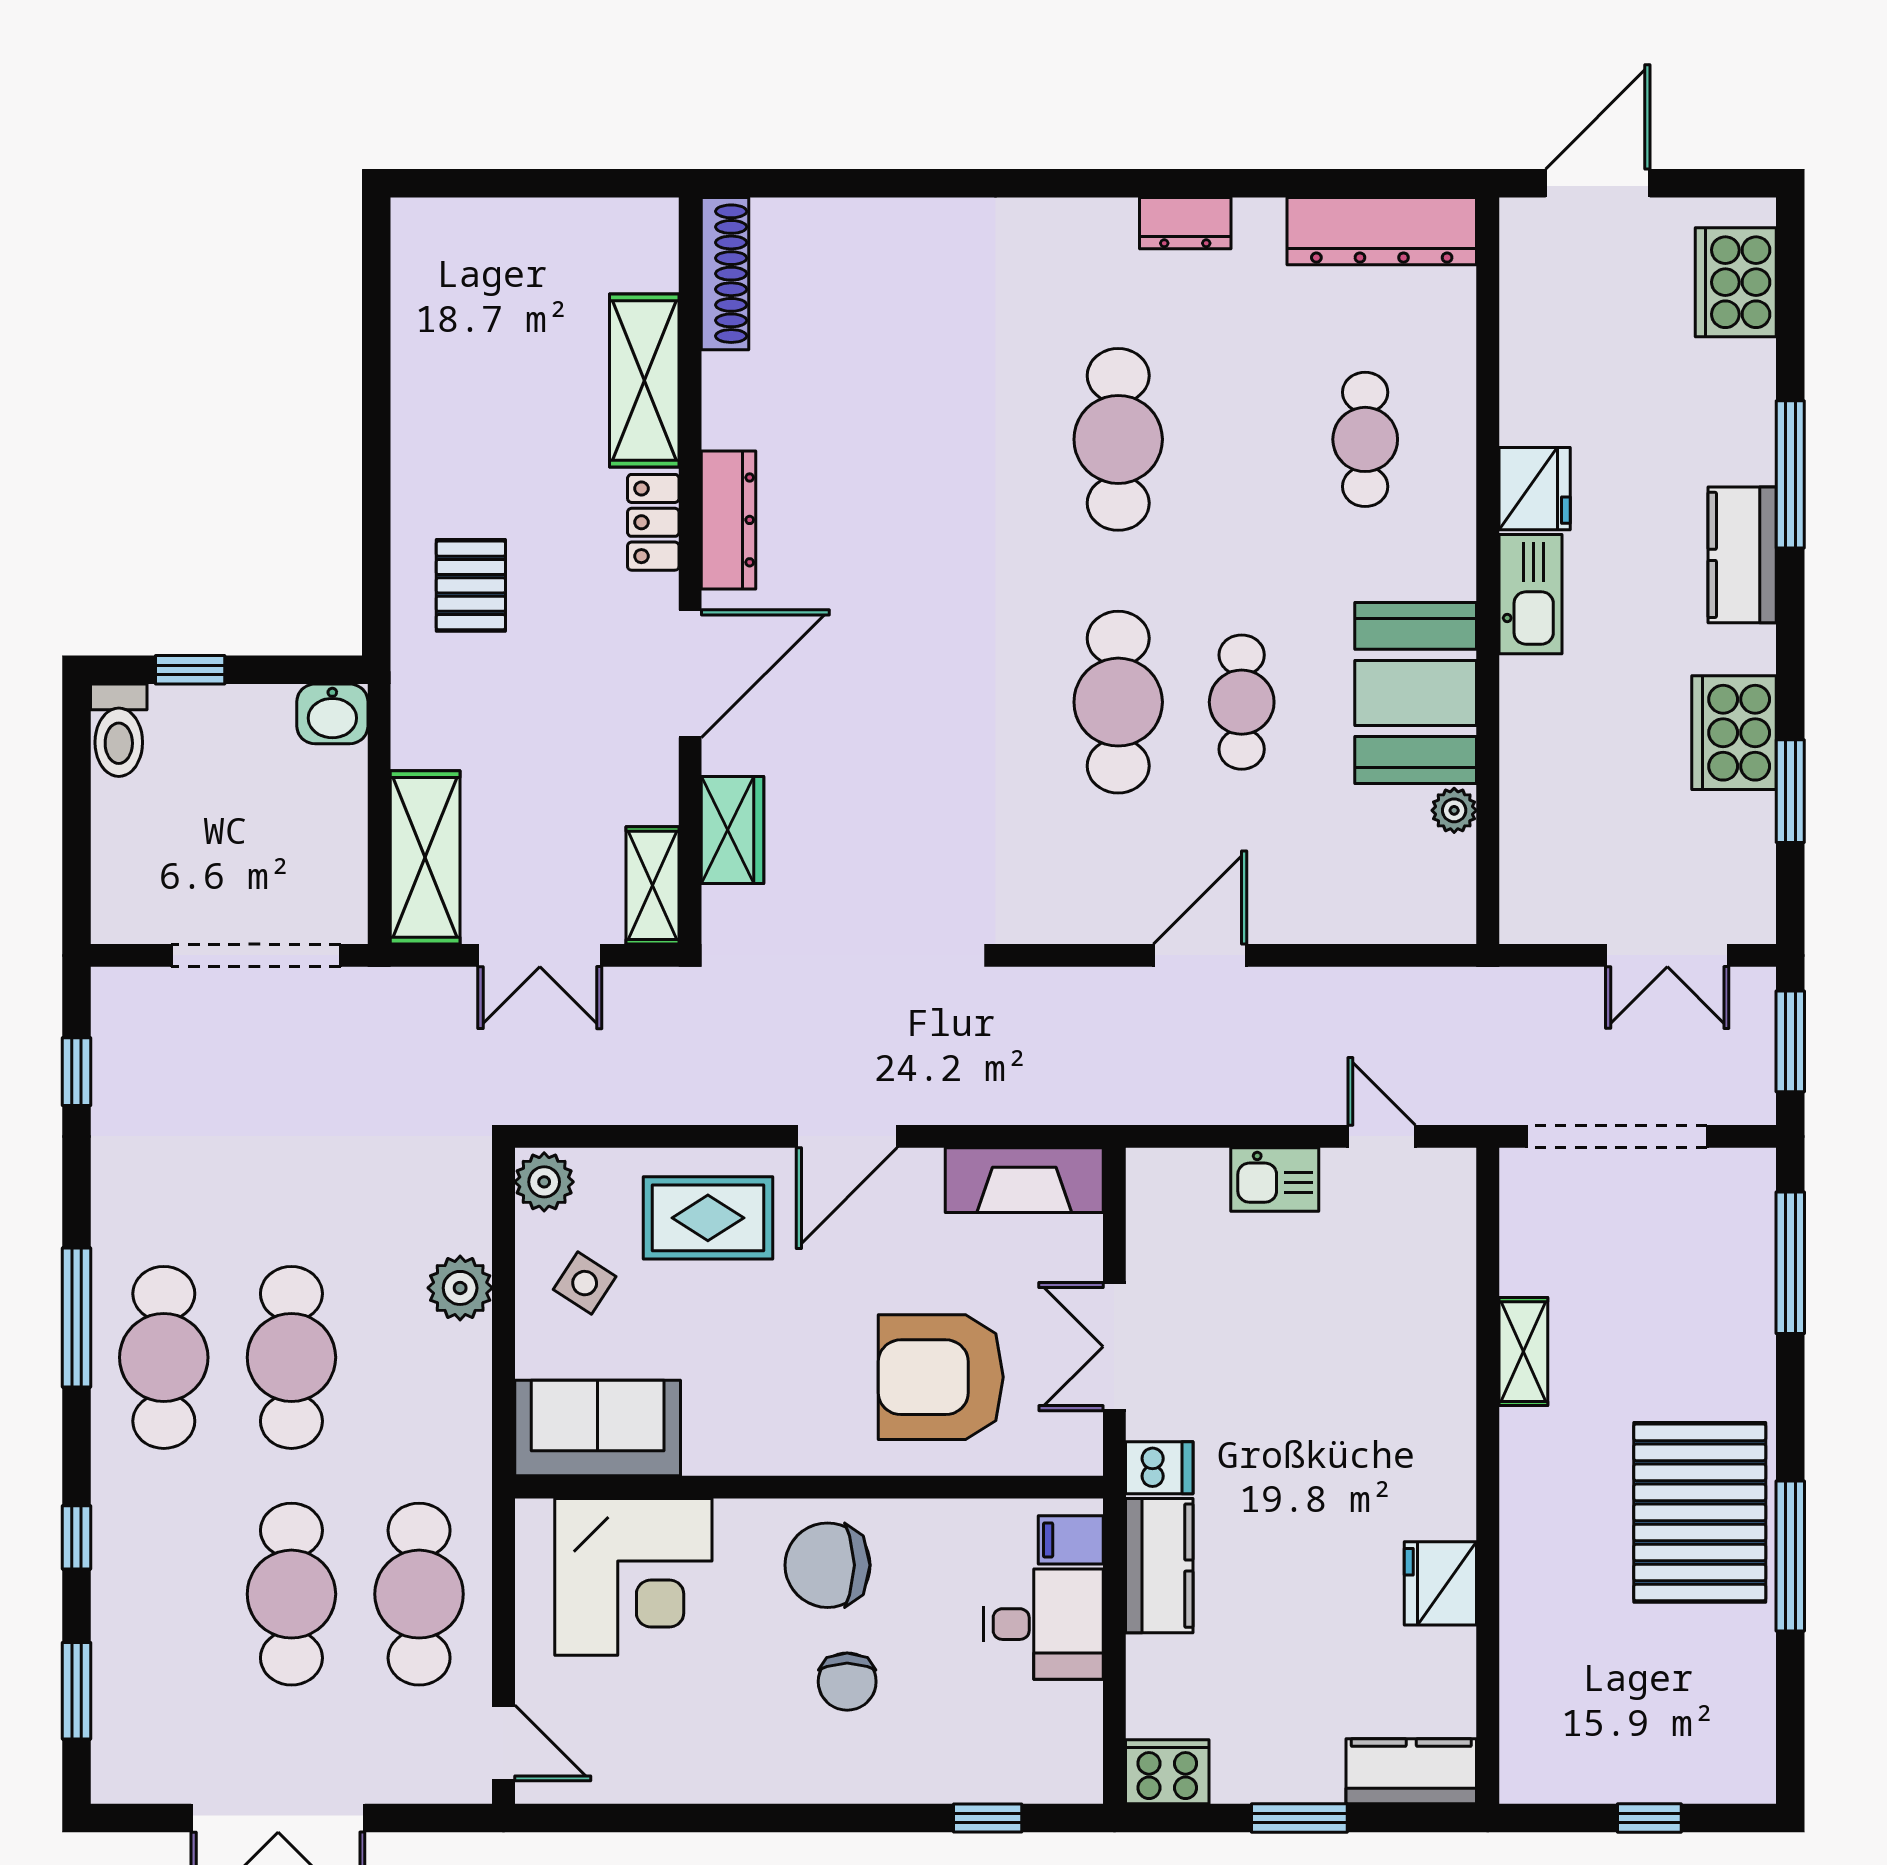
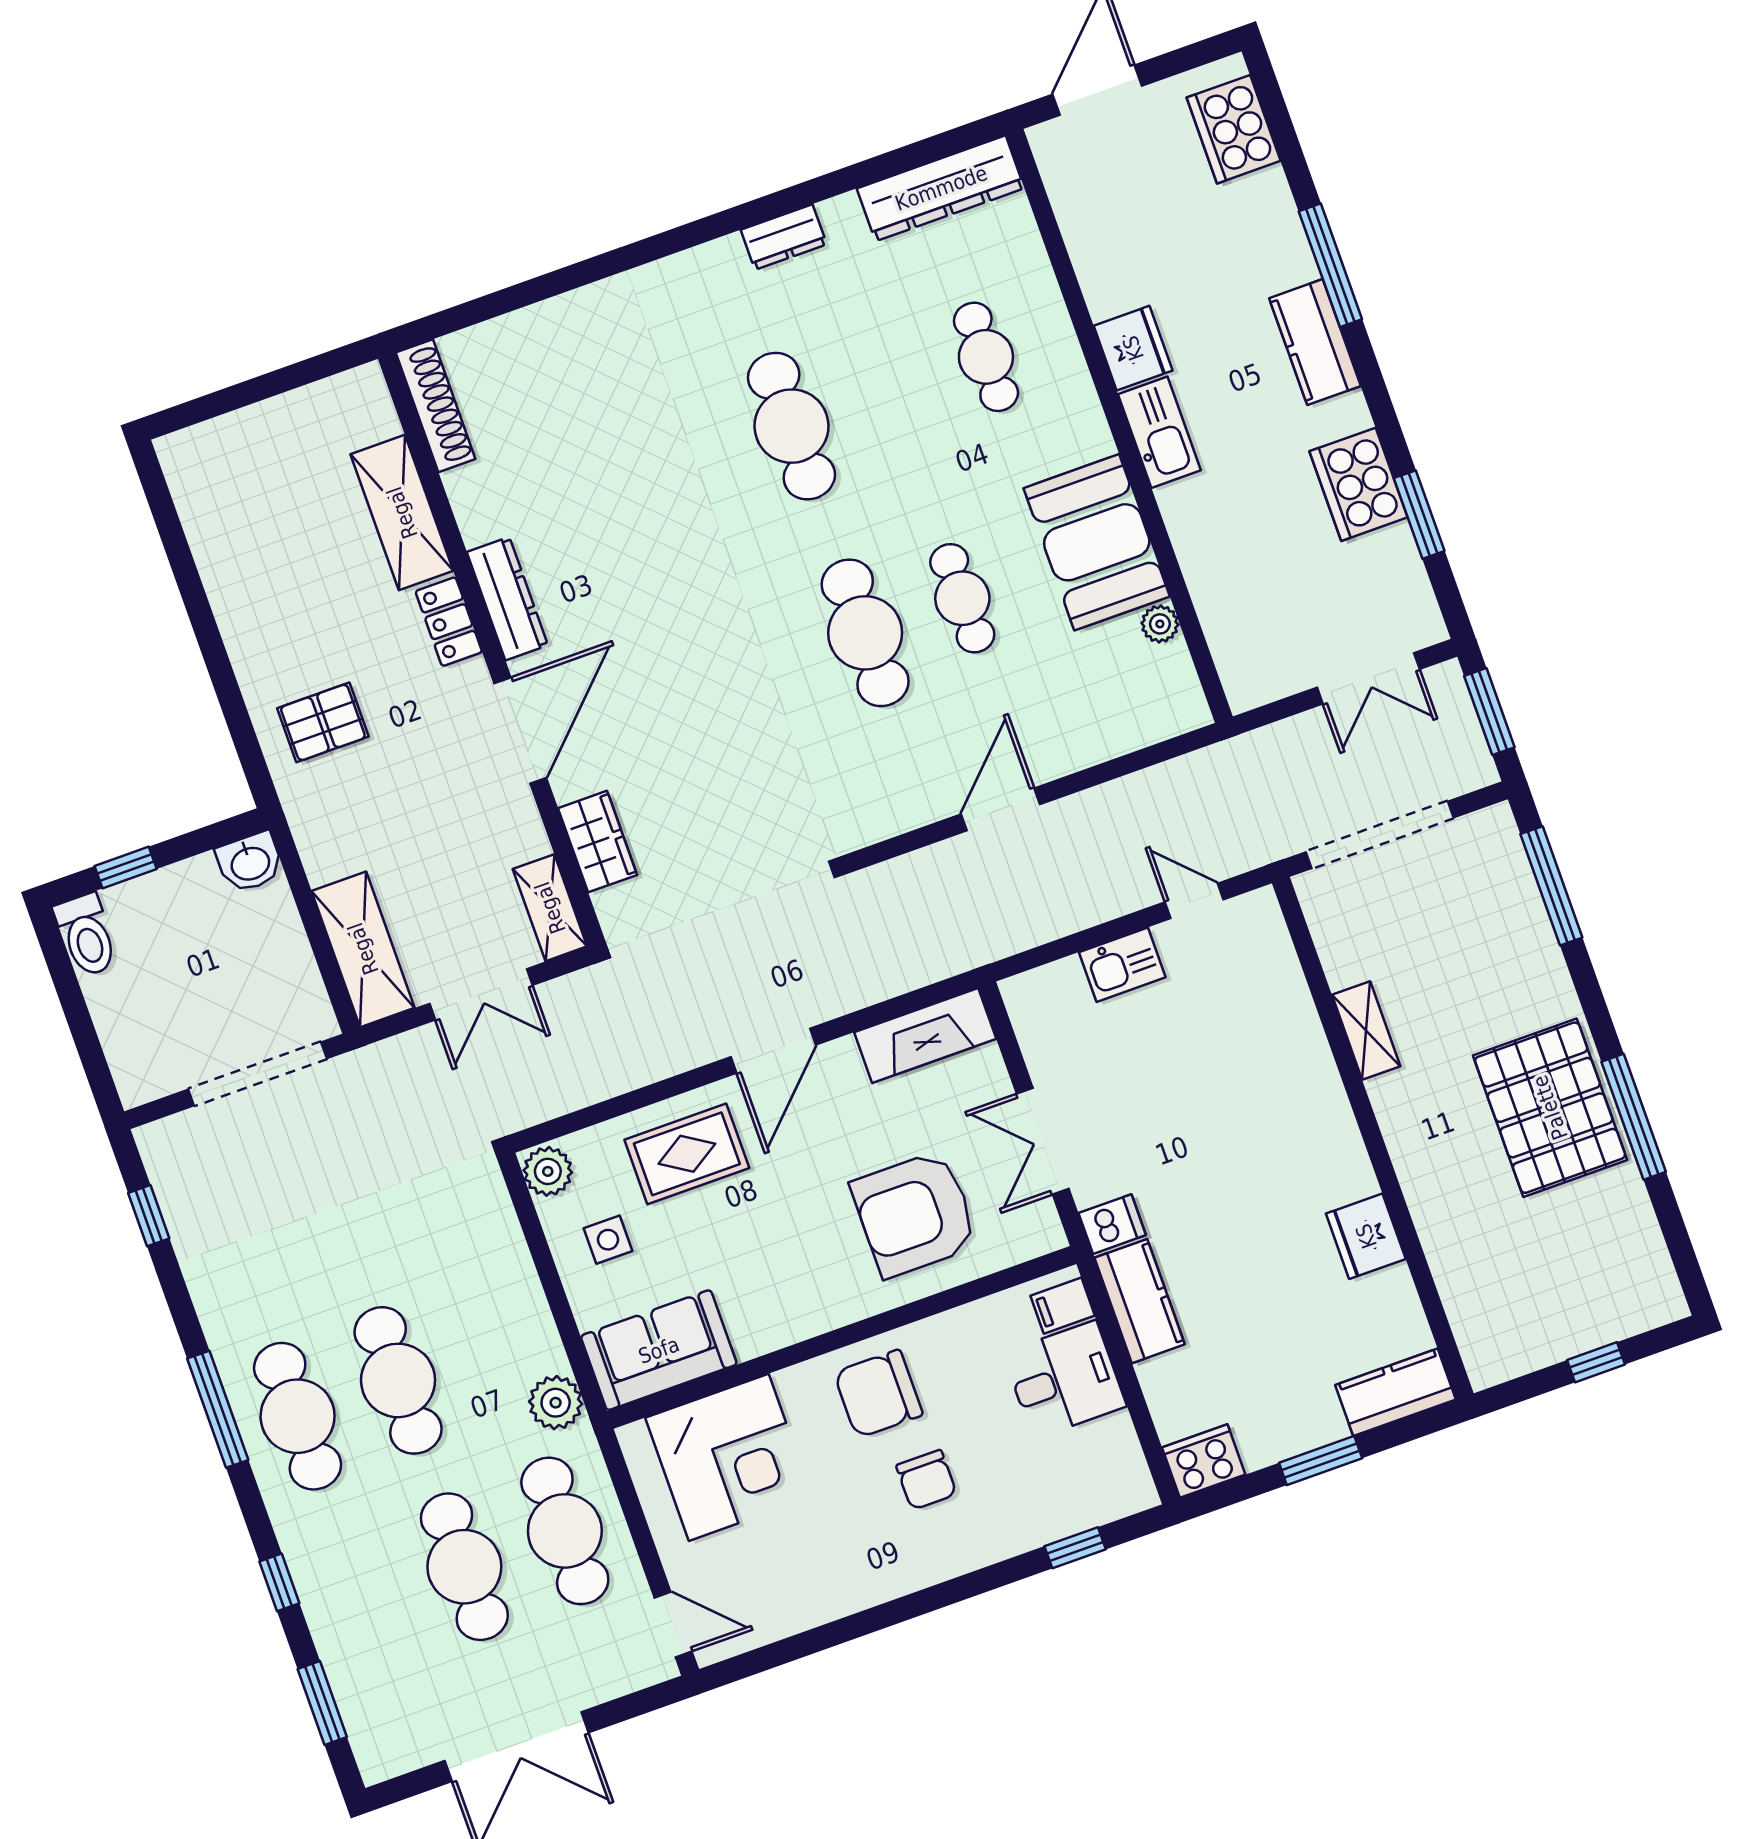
pallet: (471, 585) -> (323, 722), turned 90
side table: (585, 1283) -> (608, 1240), turned -33
plant: (460, 1288) -> (556, 1403), moved

